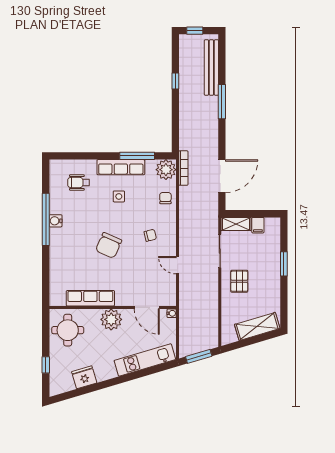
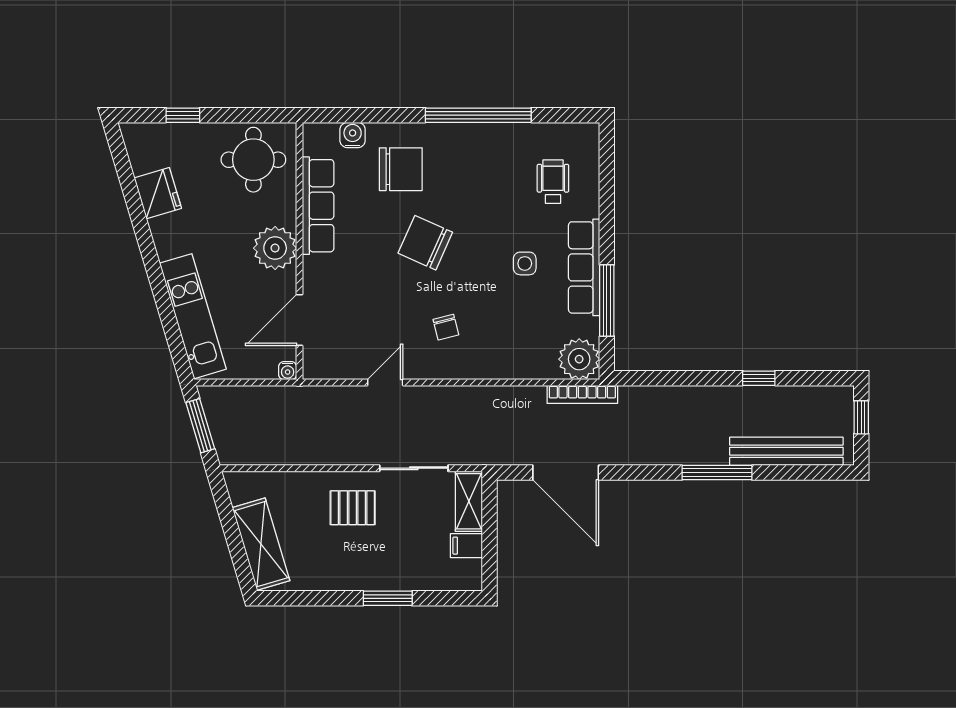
chair: (165, 198) -> (401, 169), moved, width x1.87, depth x1.87
water cooler: (56, 221) -> (353, 135), moved

